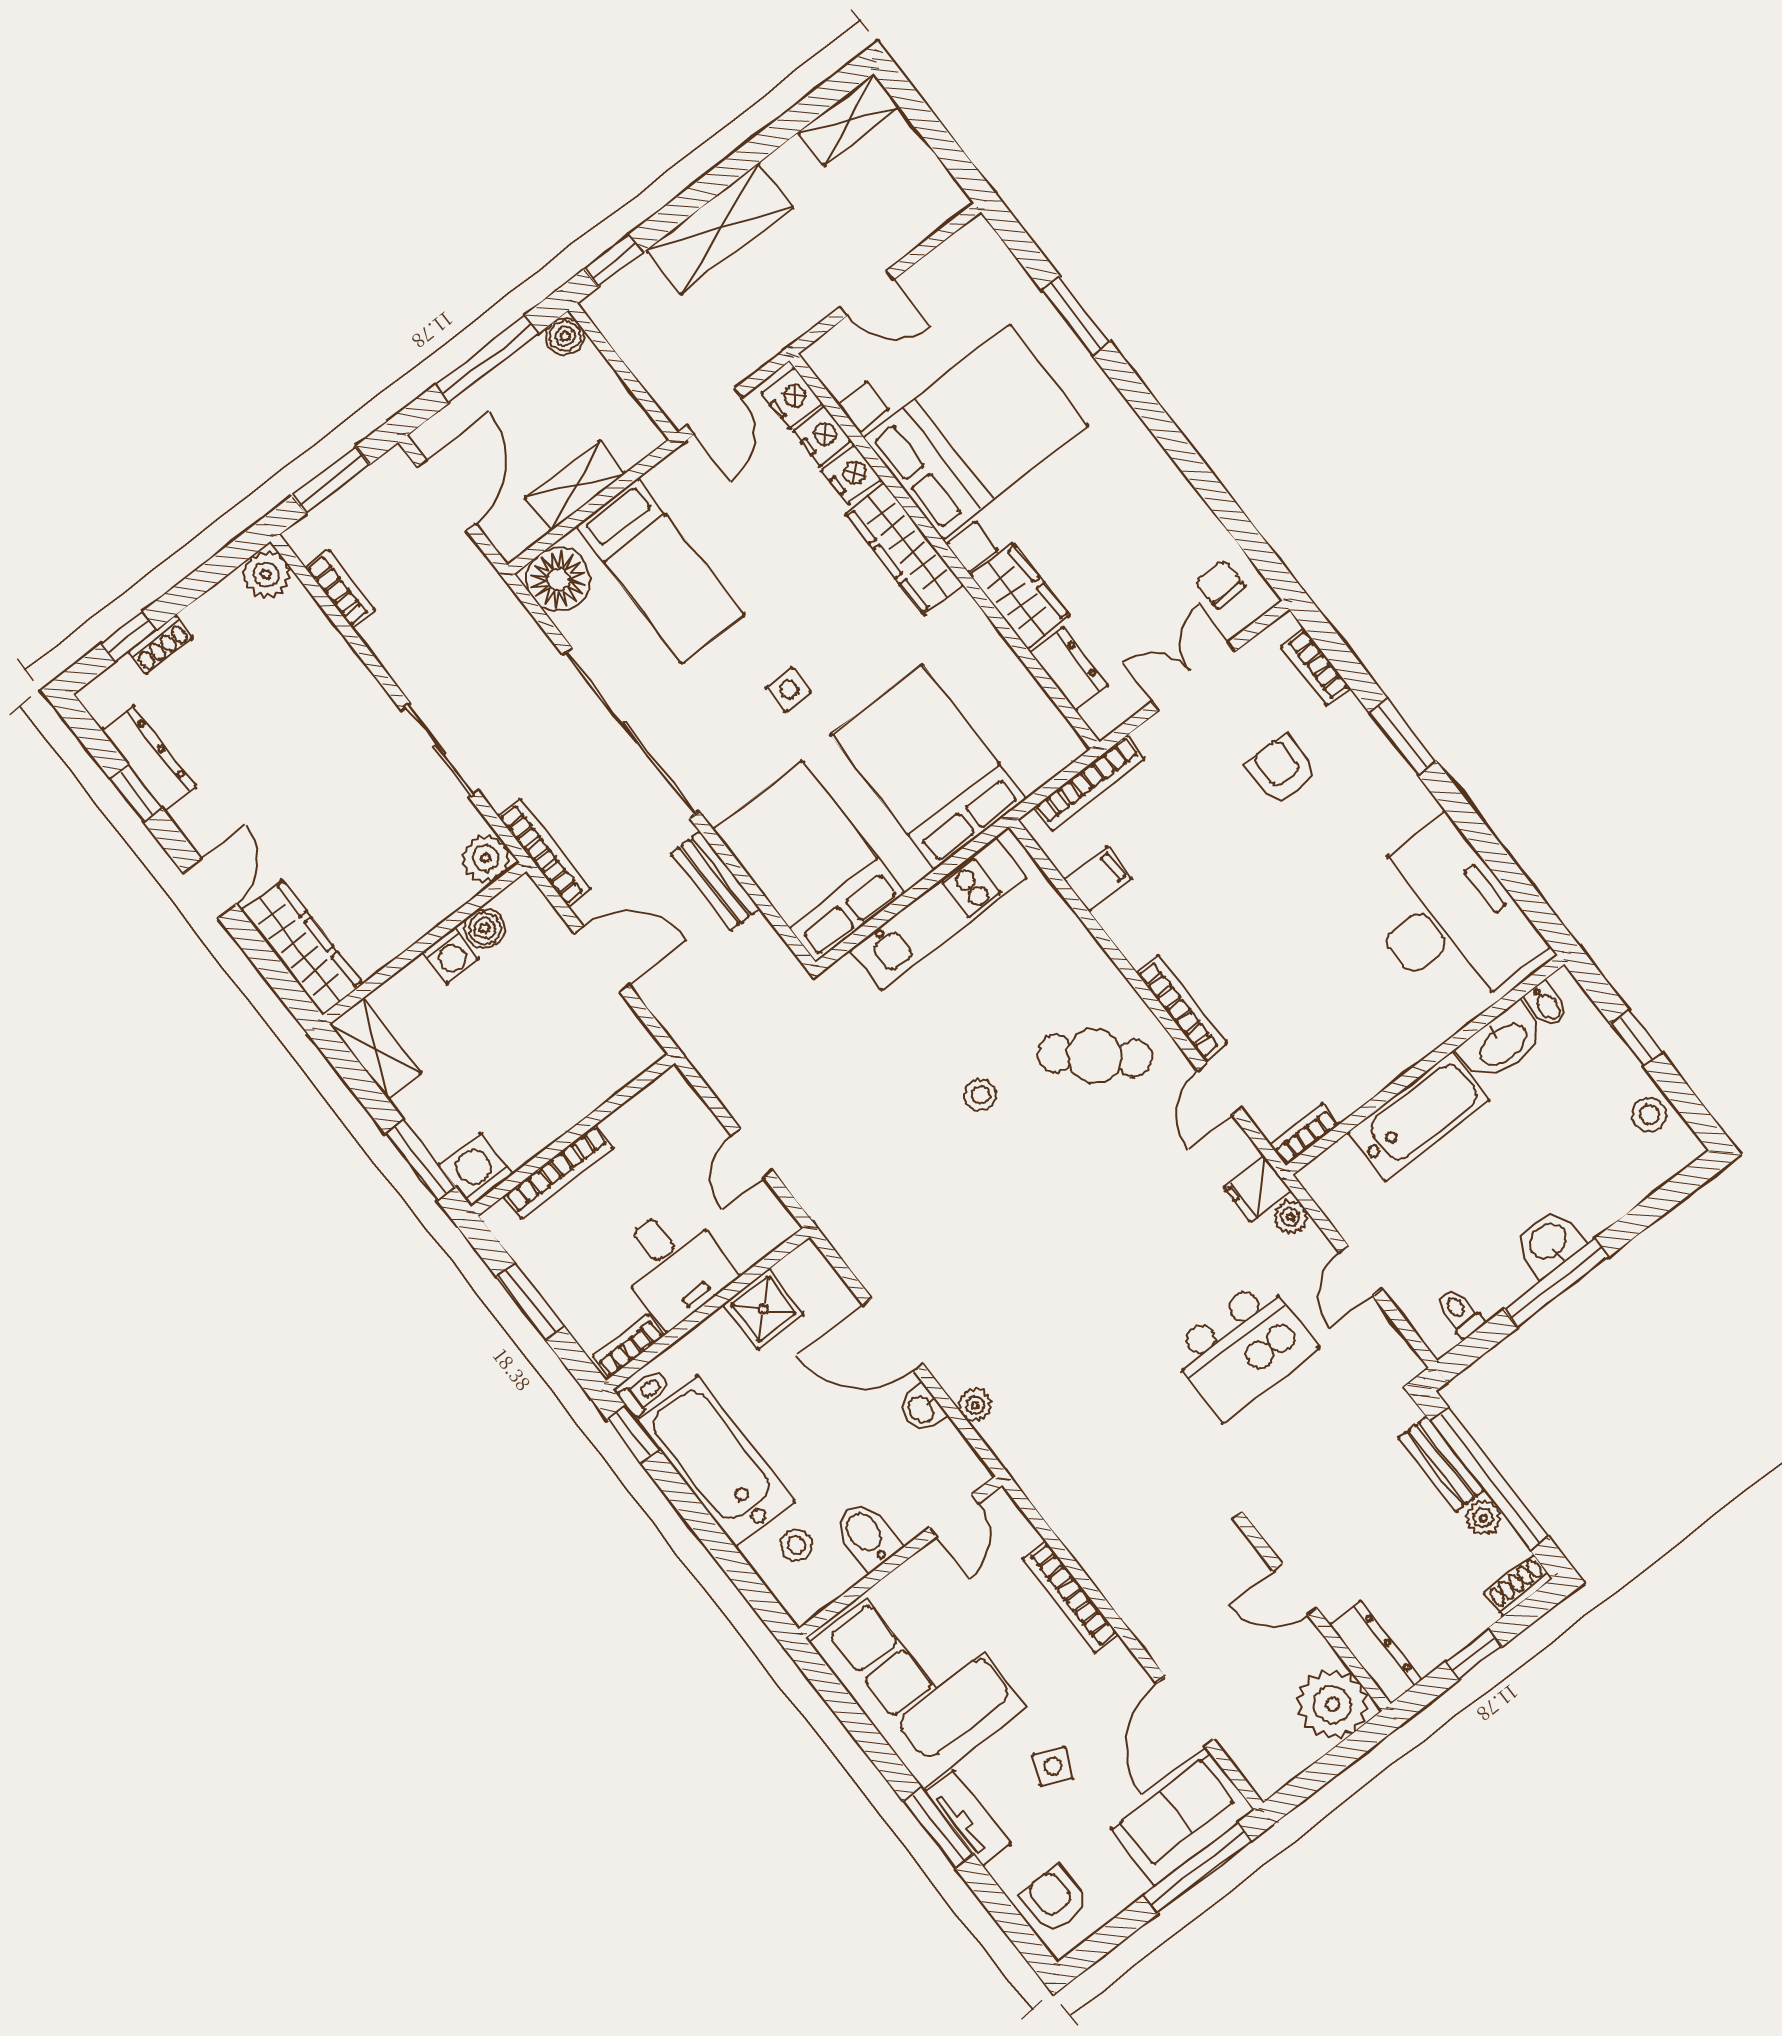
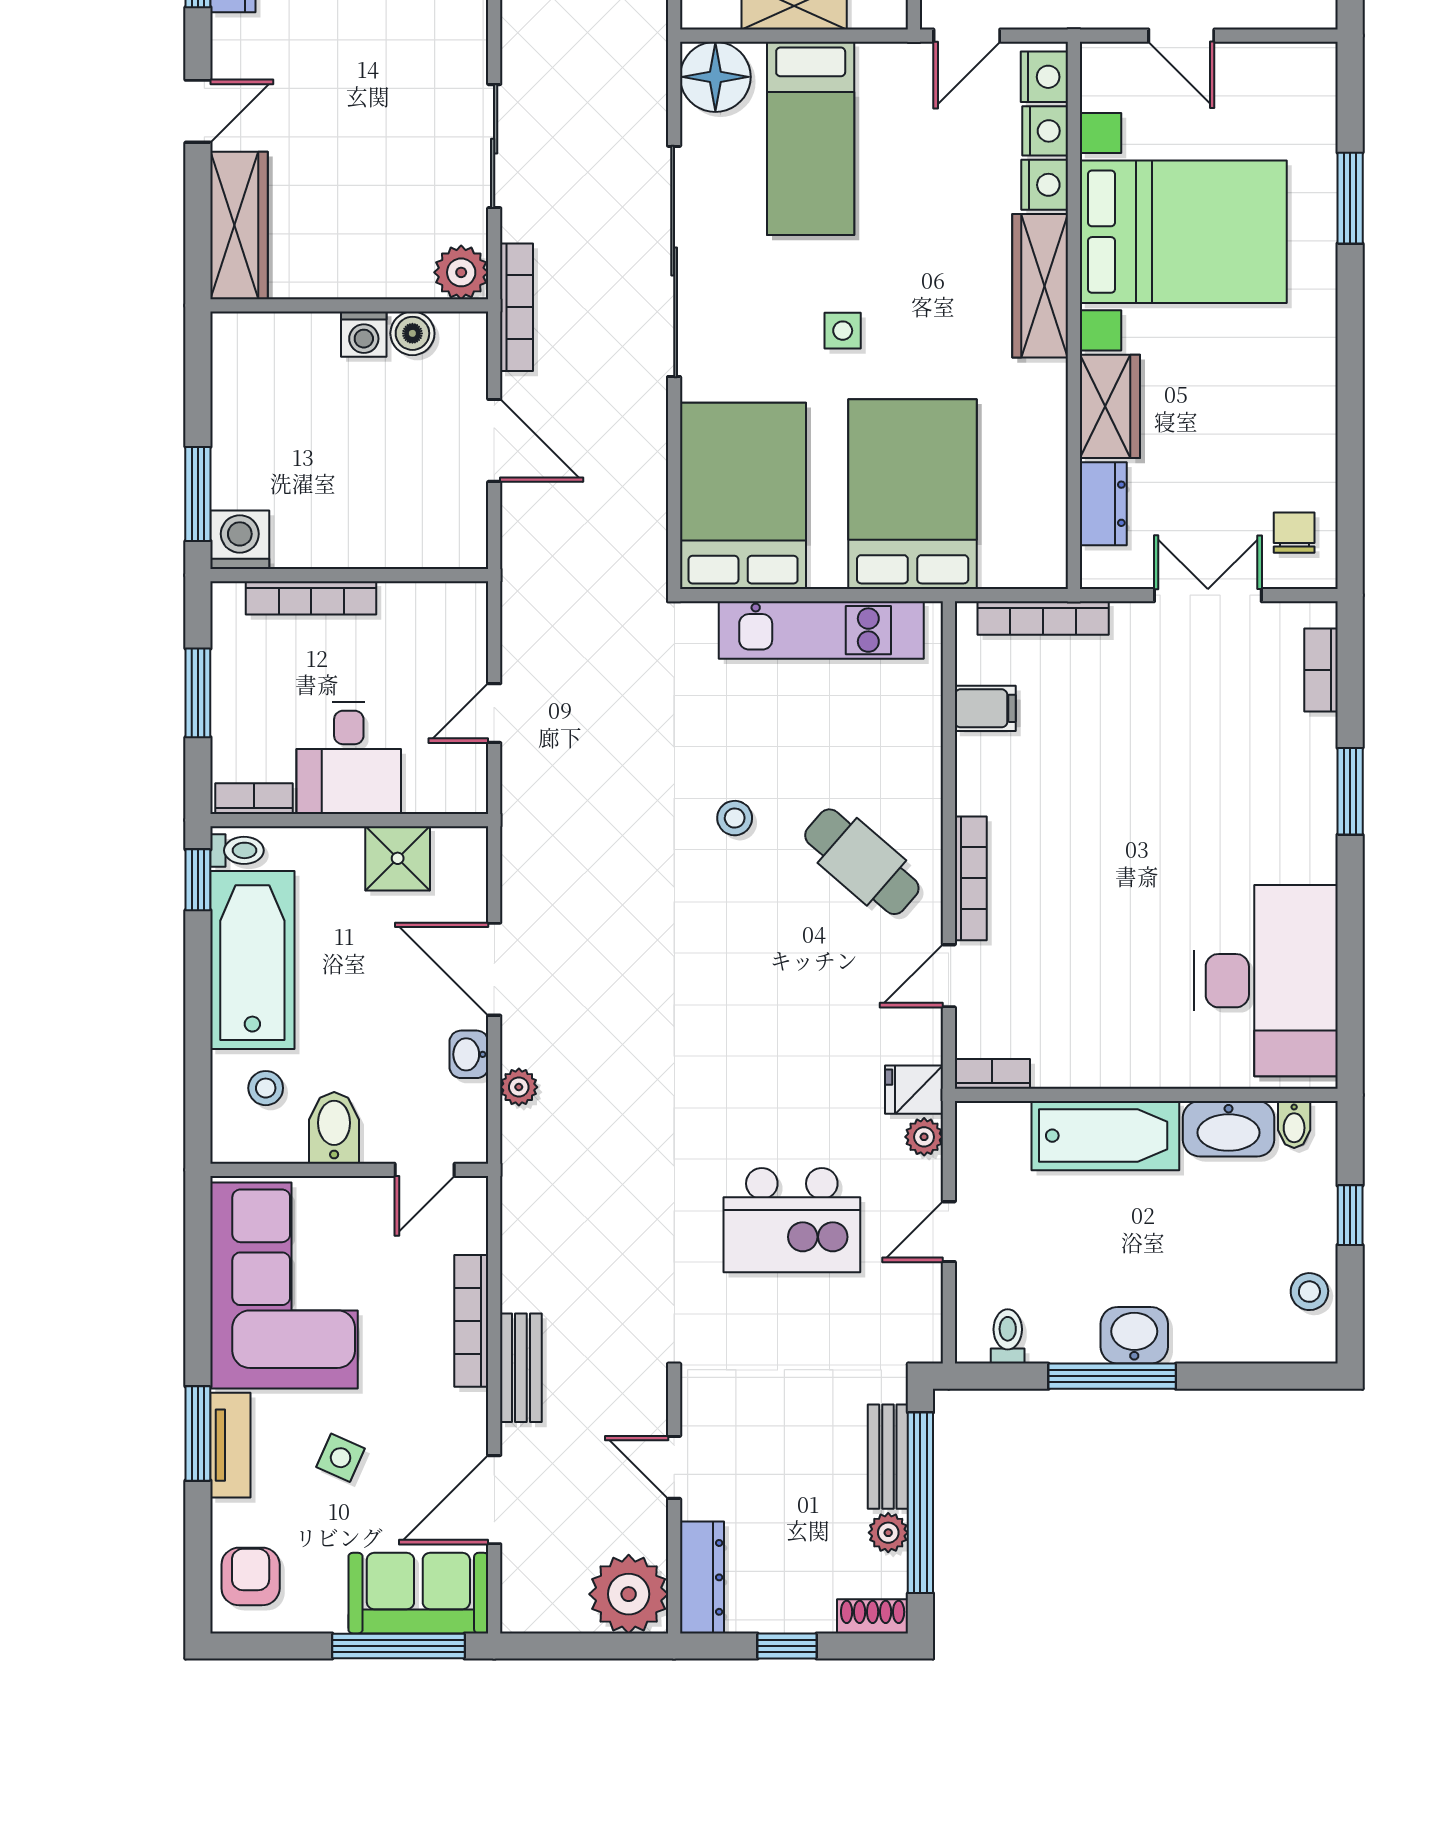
armchair: (1281, 769) -> (1221, 737), removed
bench: (715, 881) -> (521, 1368), moved
shelving: (375, 1049) -> (234, 364), removed

